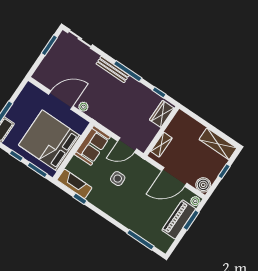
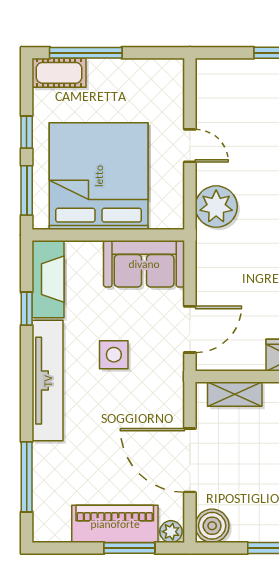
door: (61, 100) -> (190, 146), width x0.53
plant: (83, 107) -> (216, 207), width x1.87, depth x1.87
door: (127, 145) -> (190, 329), swing flipped
tv unit: (111, 209) -> (48, 381), added

